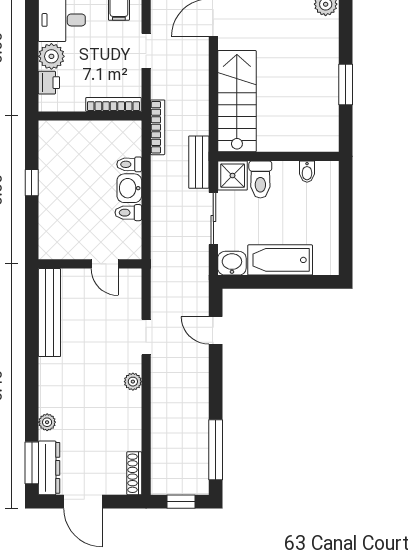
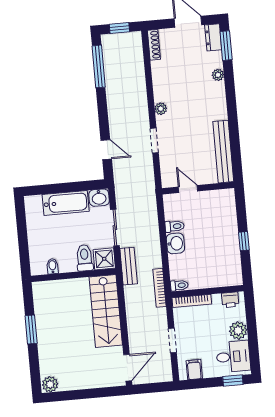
printer: (49, 83) -> (230, 300), moved, turned -90
toilet: (129, 164) -> (179, 285), moved
dresser: (49, 468) -> (213, 37), width x0.70

